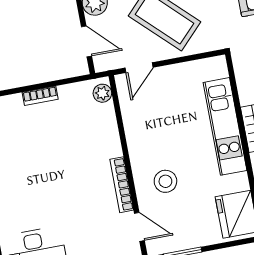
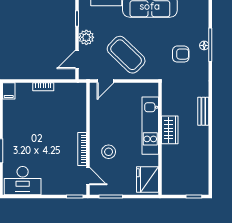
door: (87, 41) -> (77, 59), swing flipped
plant: (102, 93) -> (81, 92), removed

